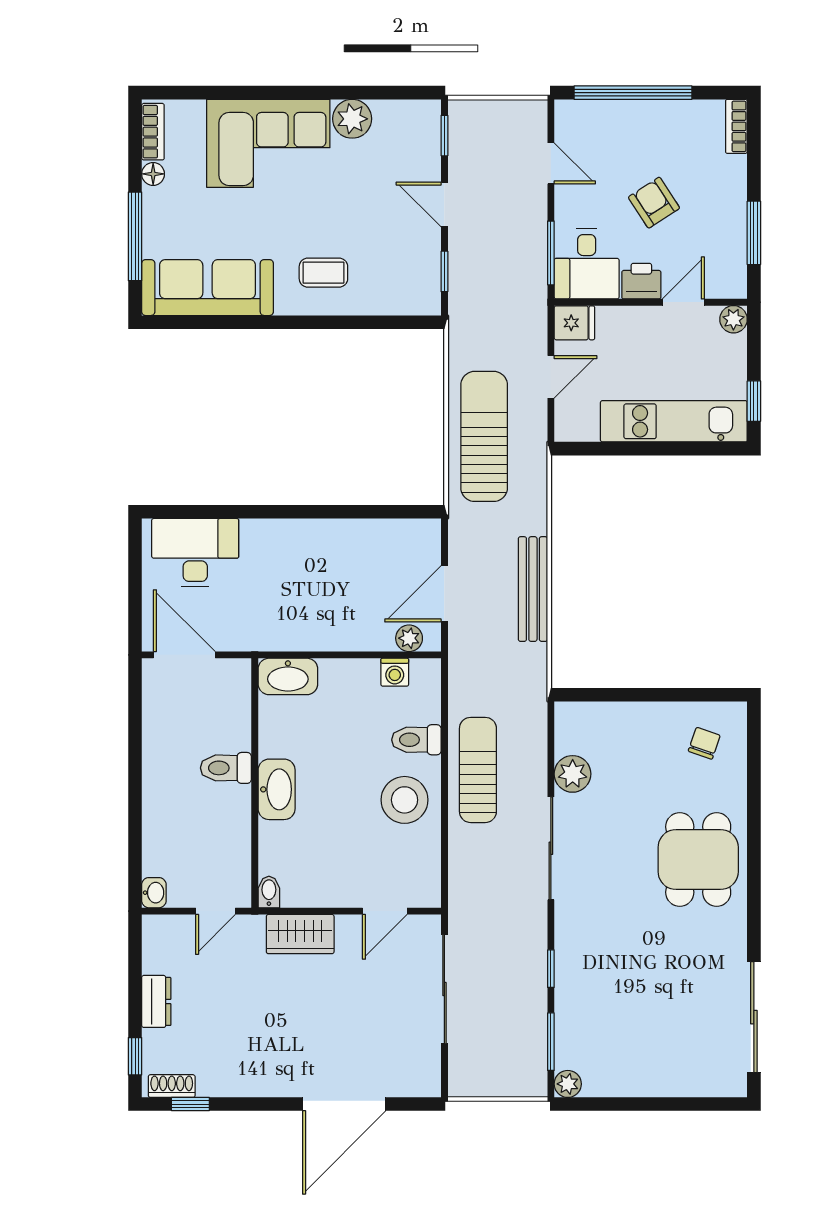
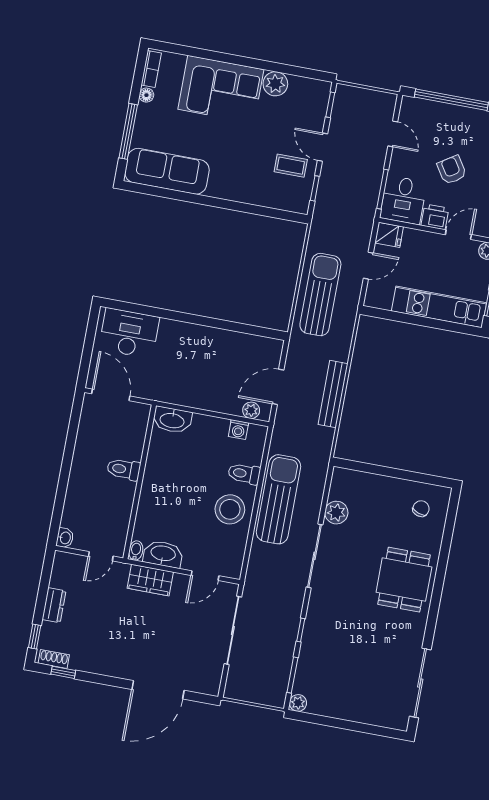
coffee table: (323, 273) -> (291, 166), moved
sun lounger: (478, 770) -> (279, 499), width x1.36, depth x1.34
washbasin: (277, 789) -> (163, 554), moved, turned -90

